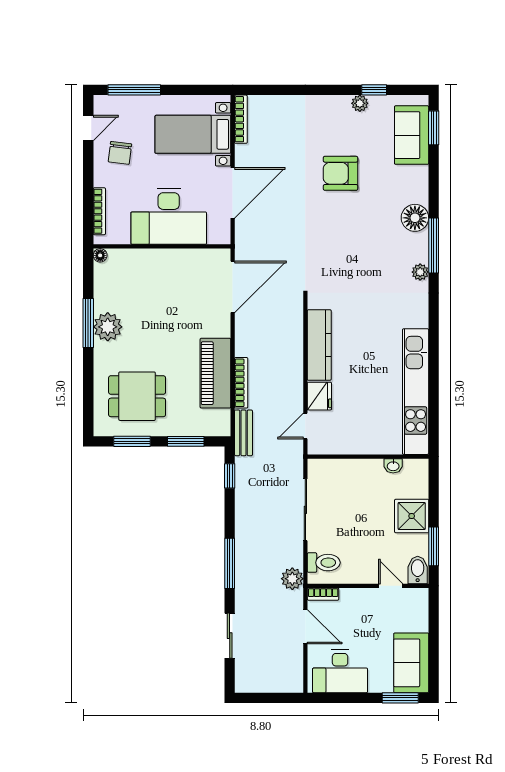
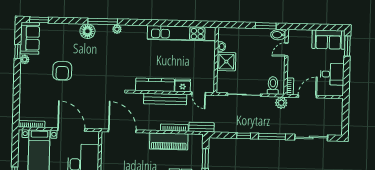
sofa: (412, 135) -> (30, 38), moved, turned -90
bench: (293, 364) -> (165, 99), added
window: (230, 476) -> (244, 136), moved
shower: (412, 516) -> (226, 62), moved
sliding door: (230, 636) -> (311, 138), width x1.37
desk: (340, 671) -> (332, 74), width x0.73

